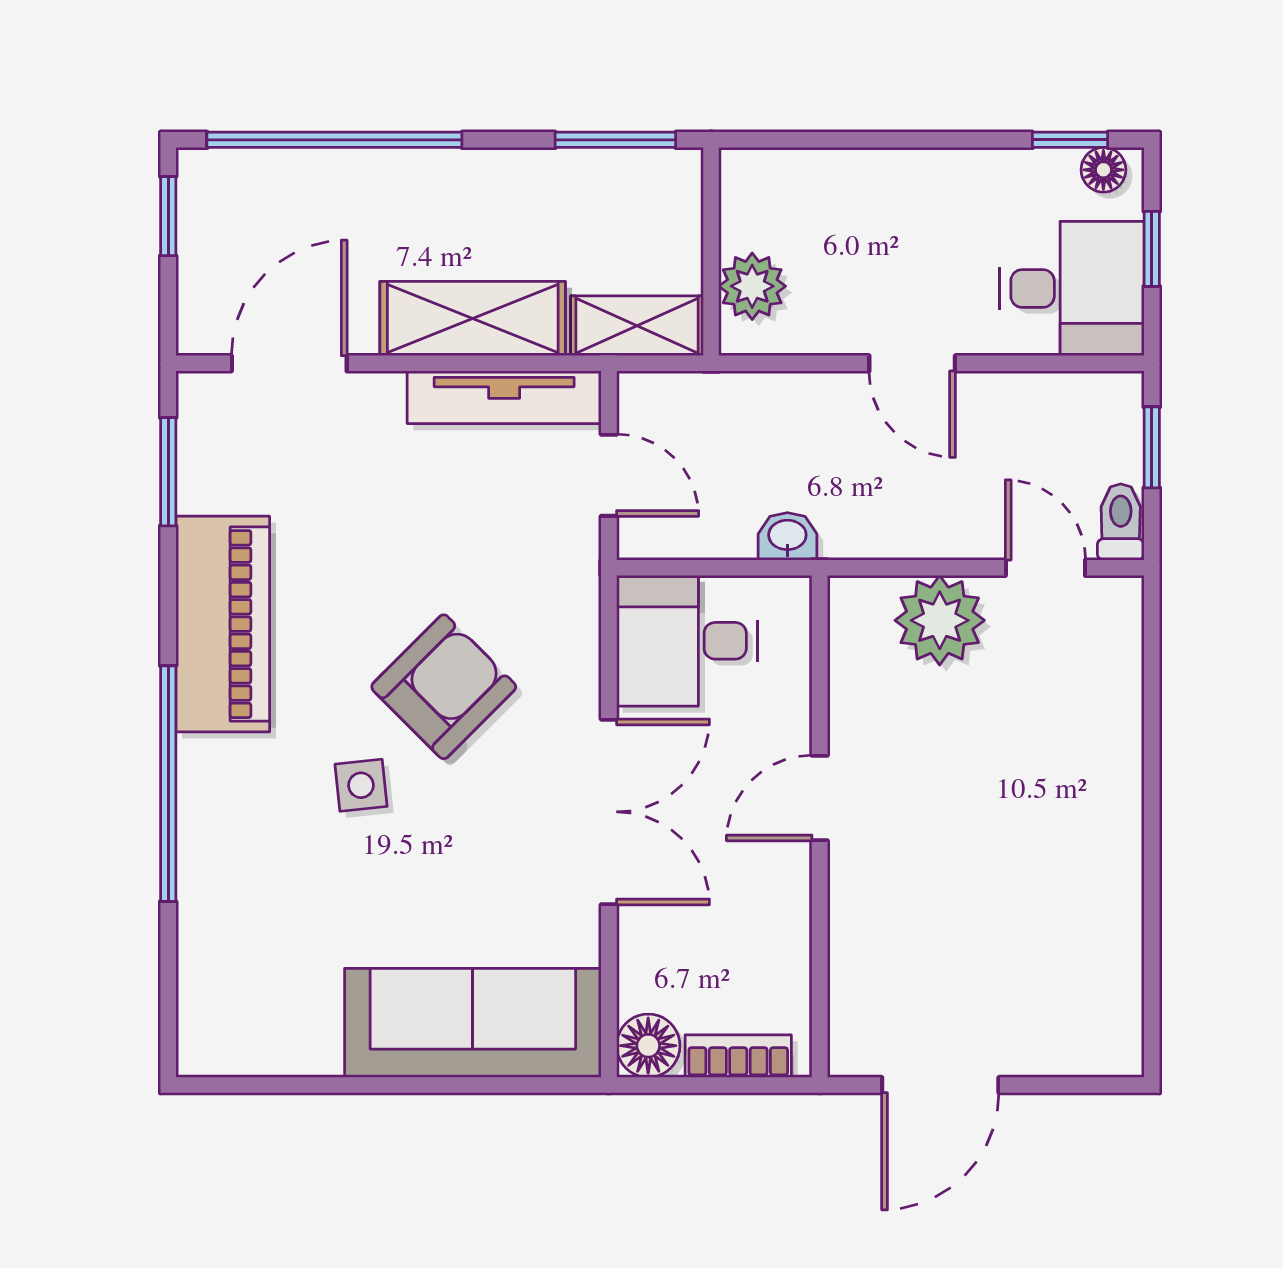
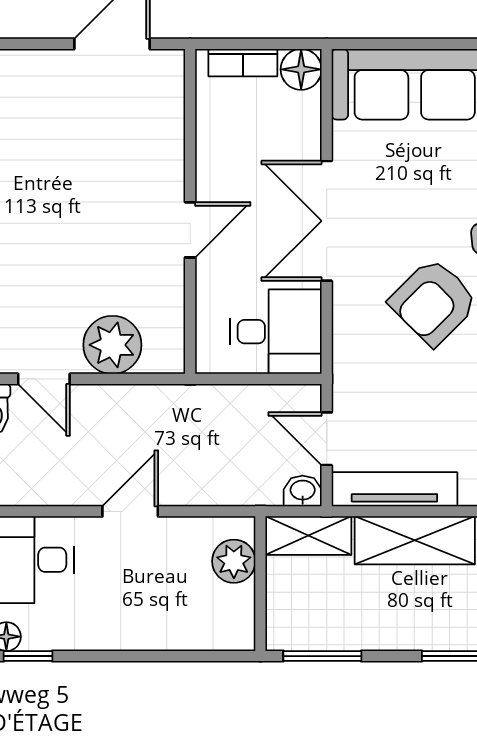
door: (912, 363) -> (130, 511), hinge flipped
washbasin: (787, 536) -> (303, 491), moved, turned 180

